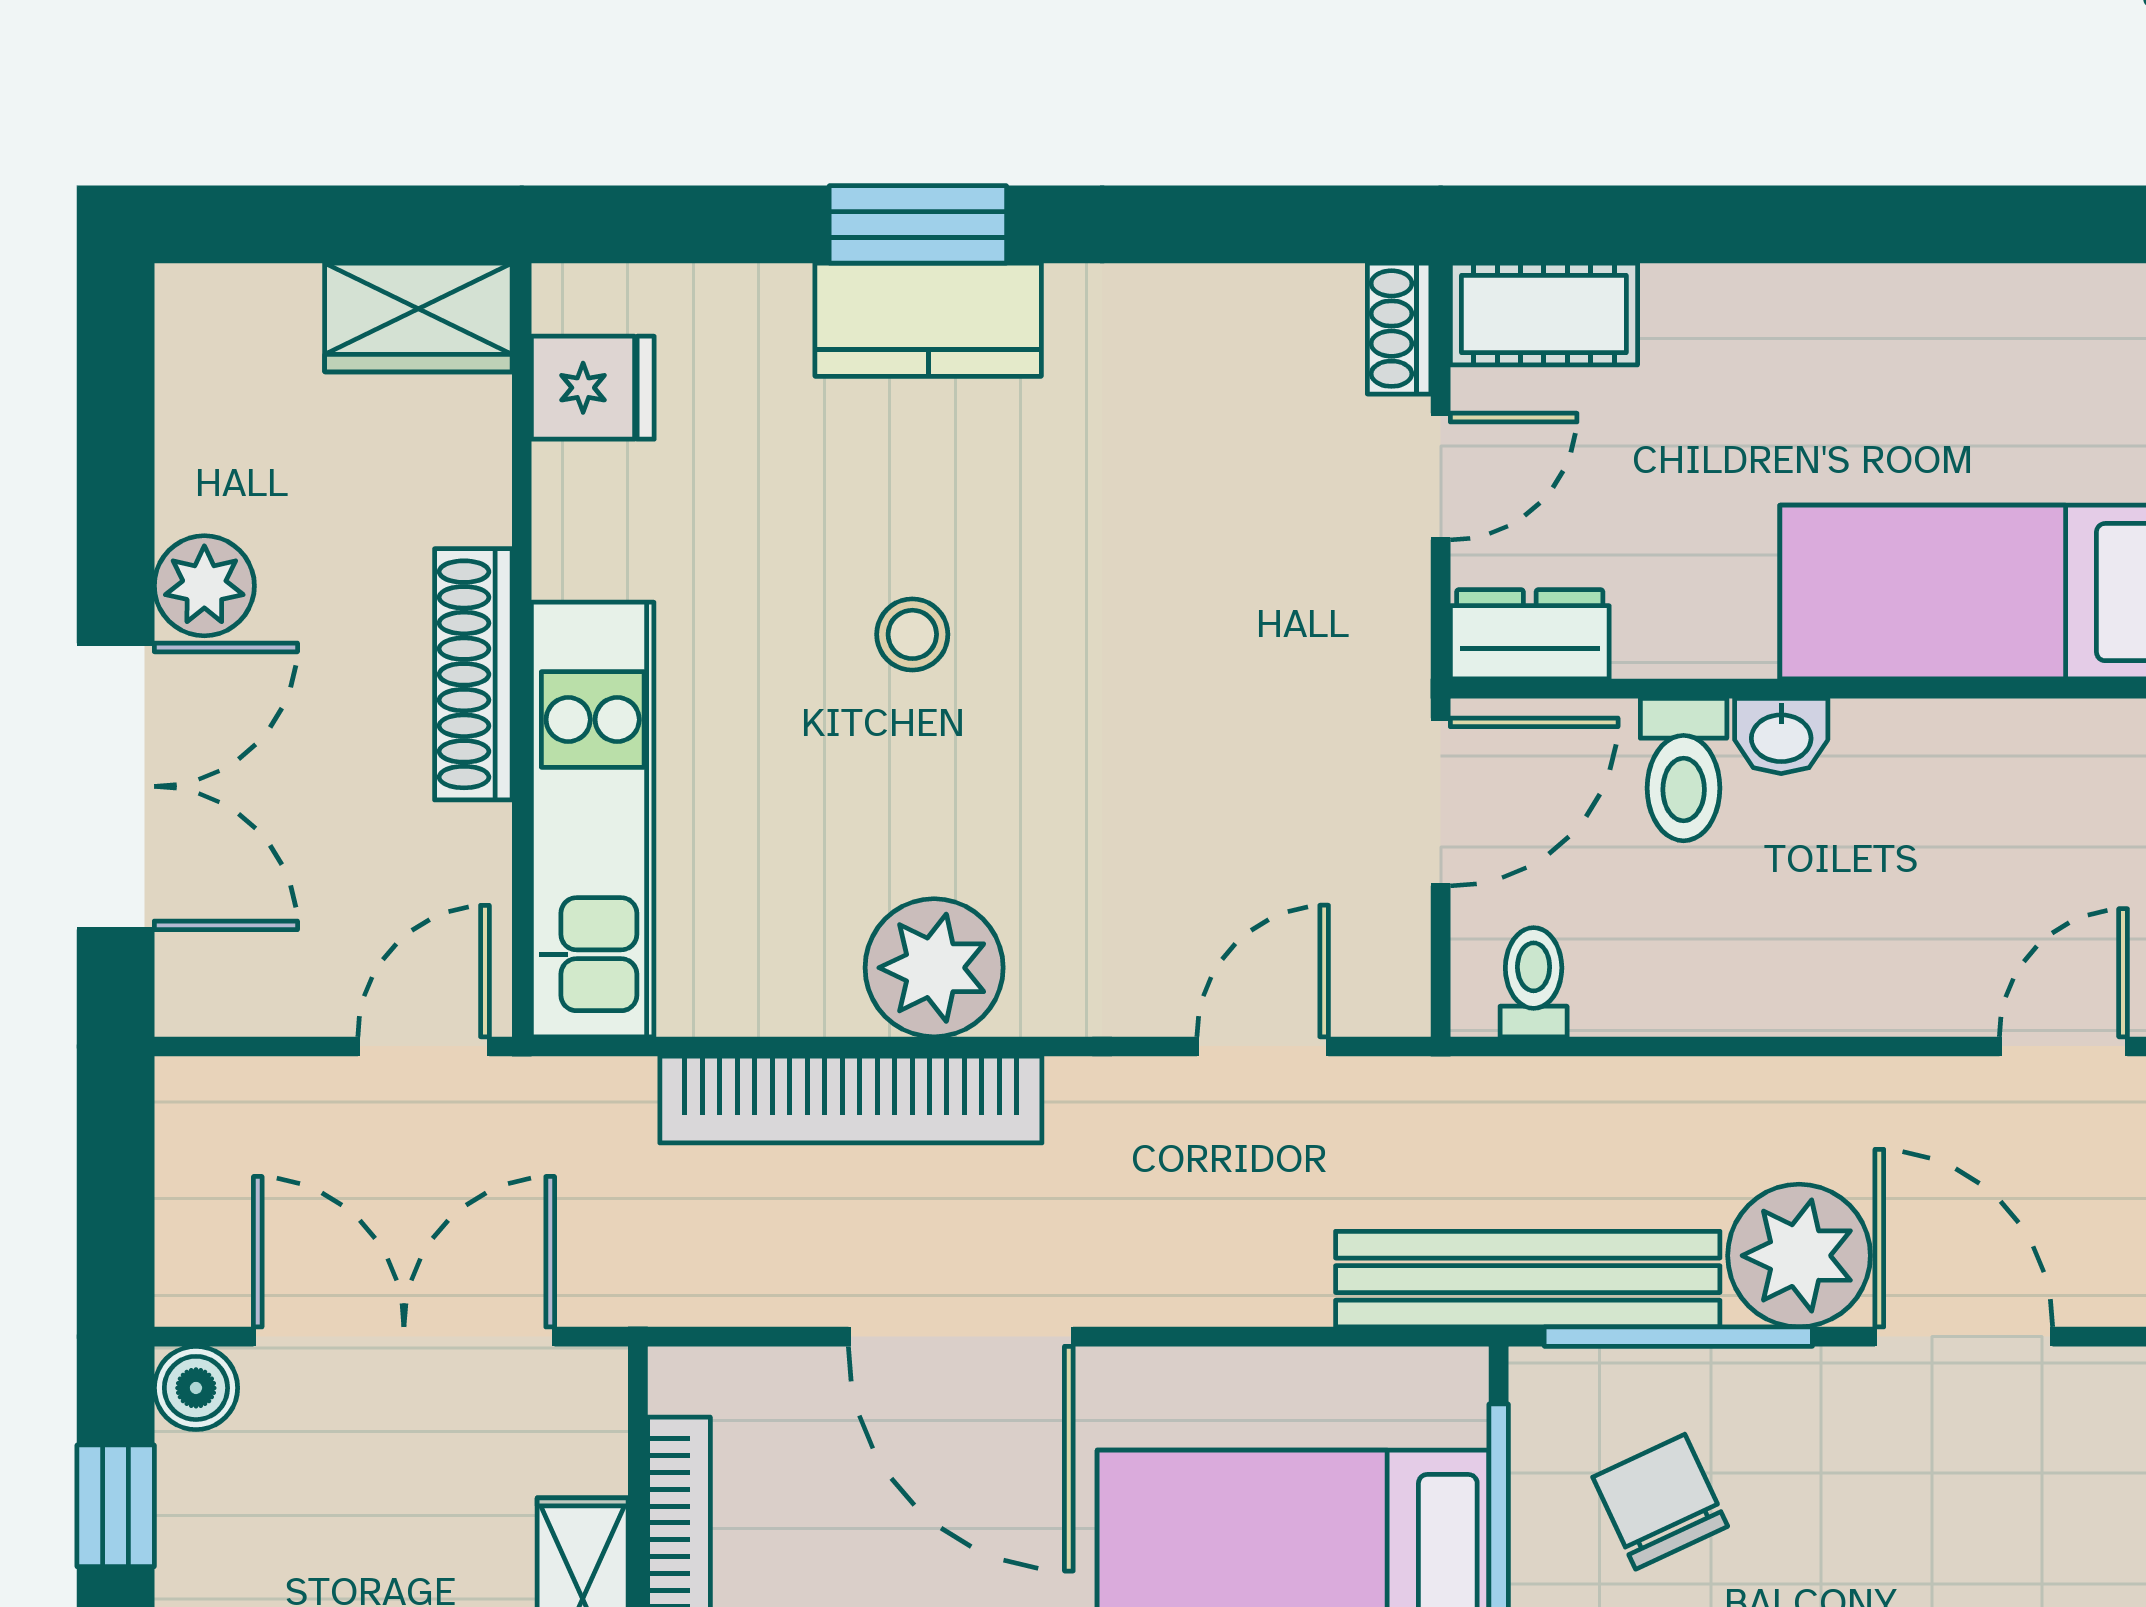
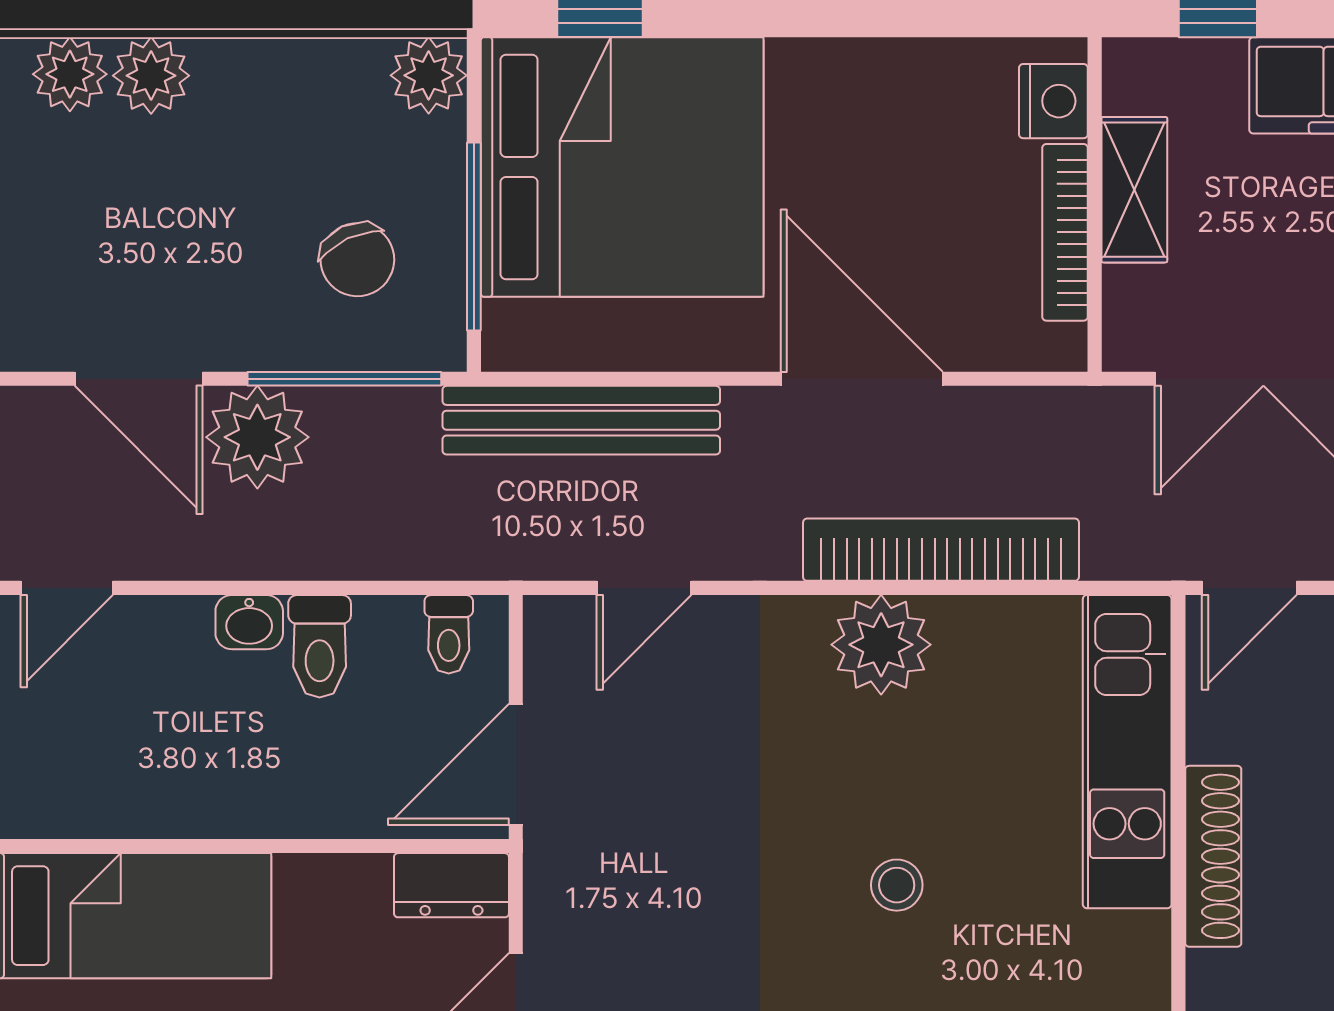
washbasin: (1781, 736) -> (249, 622), moved, turned 180
toilet: (1684, 770) -> (320, 646), moved, turned 180
bench: (1528, 1279) -> (581, 420), moved

